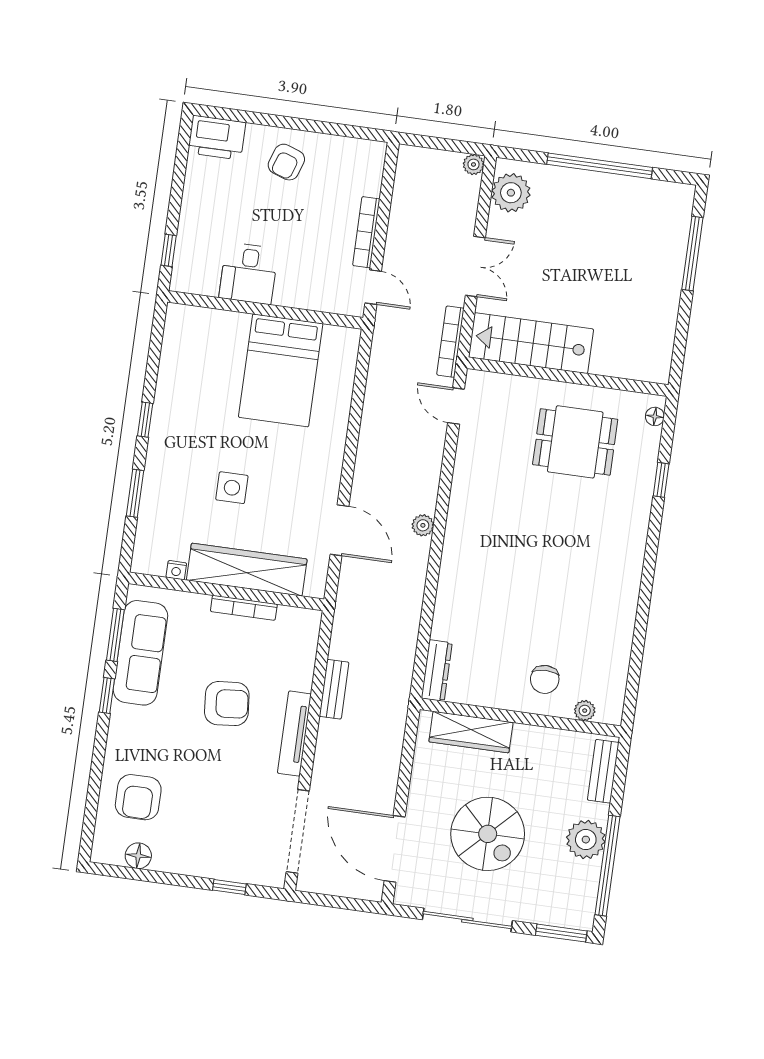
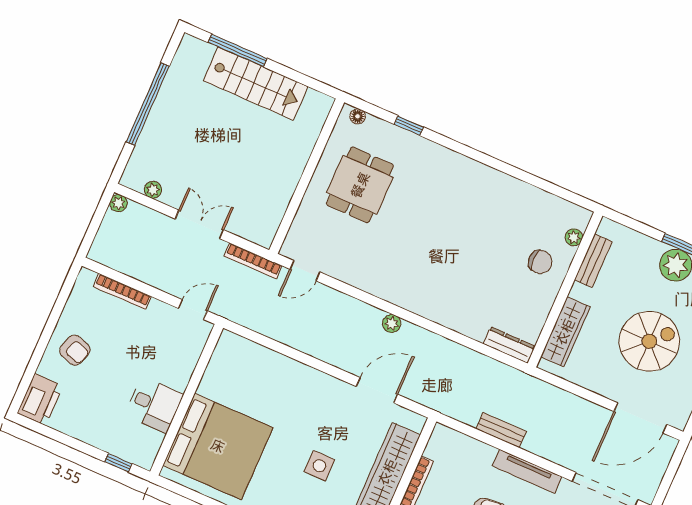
plant: (511, 193) -> (153, 190), width x0.53, depth x0.53
bookcase: (366, 232) -> (122, 292), moved
stairs: (531, 343) -> (256, 84), moved, turned -90
bed: (281, 370) -> (218, 446), moved, width x1.36
bench: (603, 771) -> (593, 261), moved, turned 90

